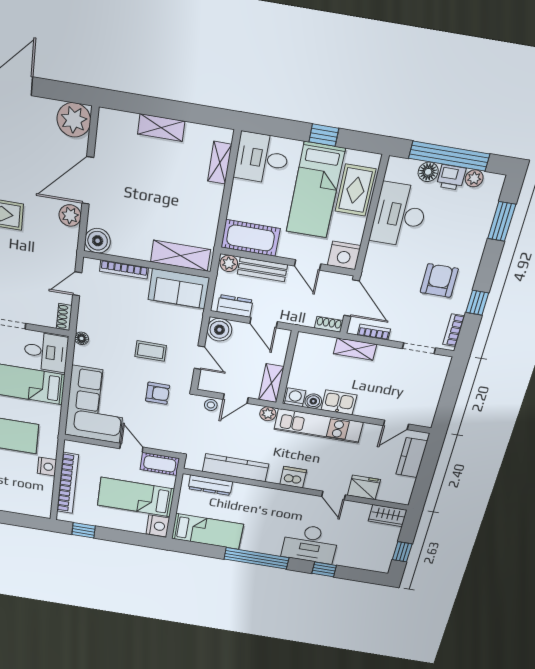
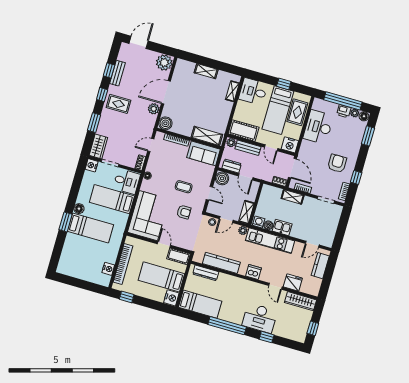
floor lamp: (428, 172) -> (364, 116), moved
nightstand: (47, 467) -> (108, 269), moved
wardrobe: (388, 516) -> (301, 301), width x1.50

